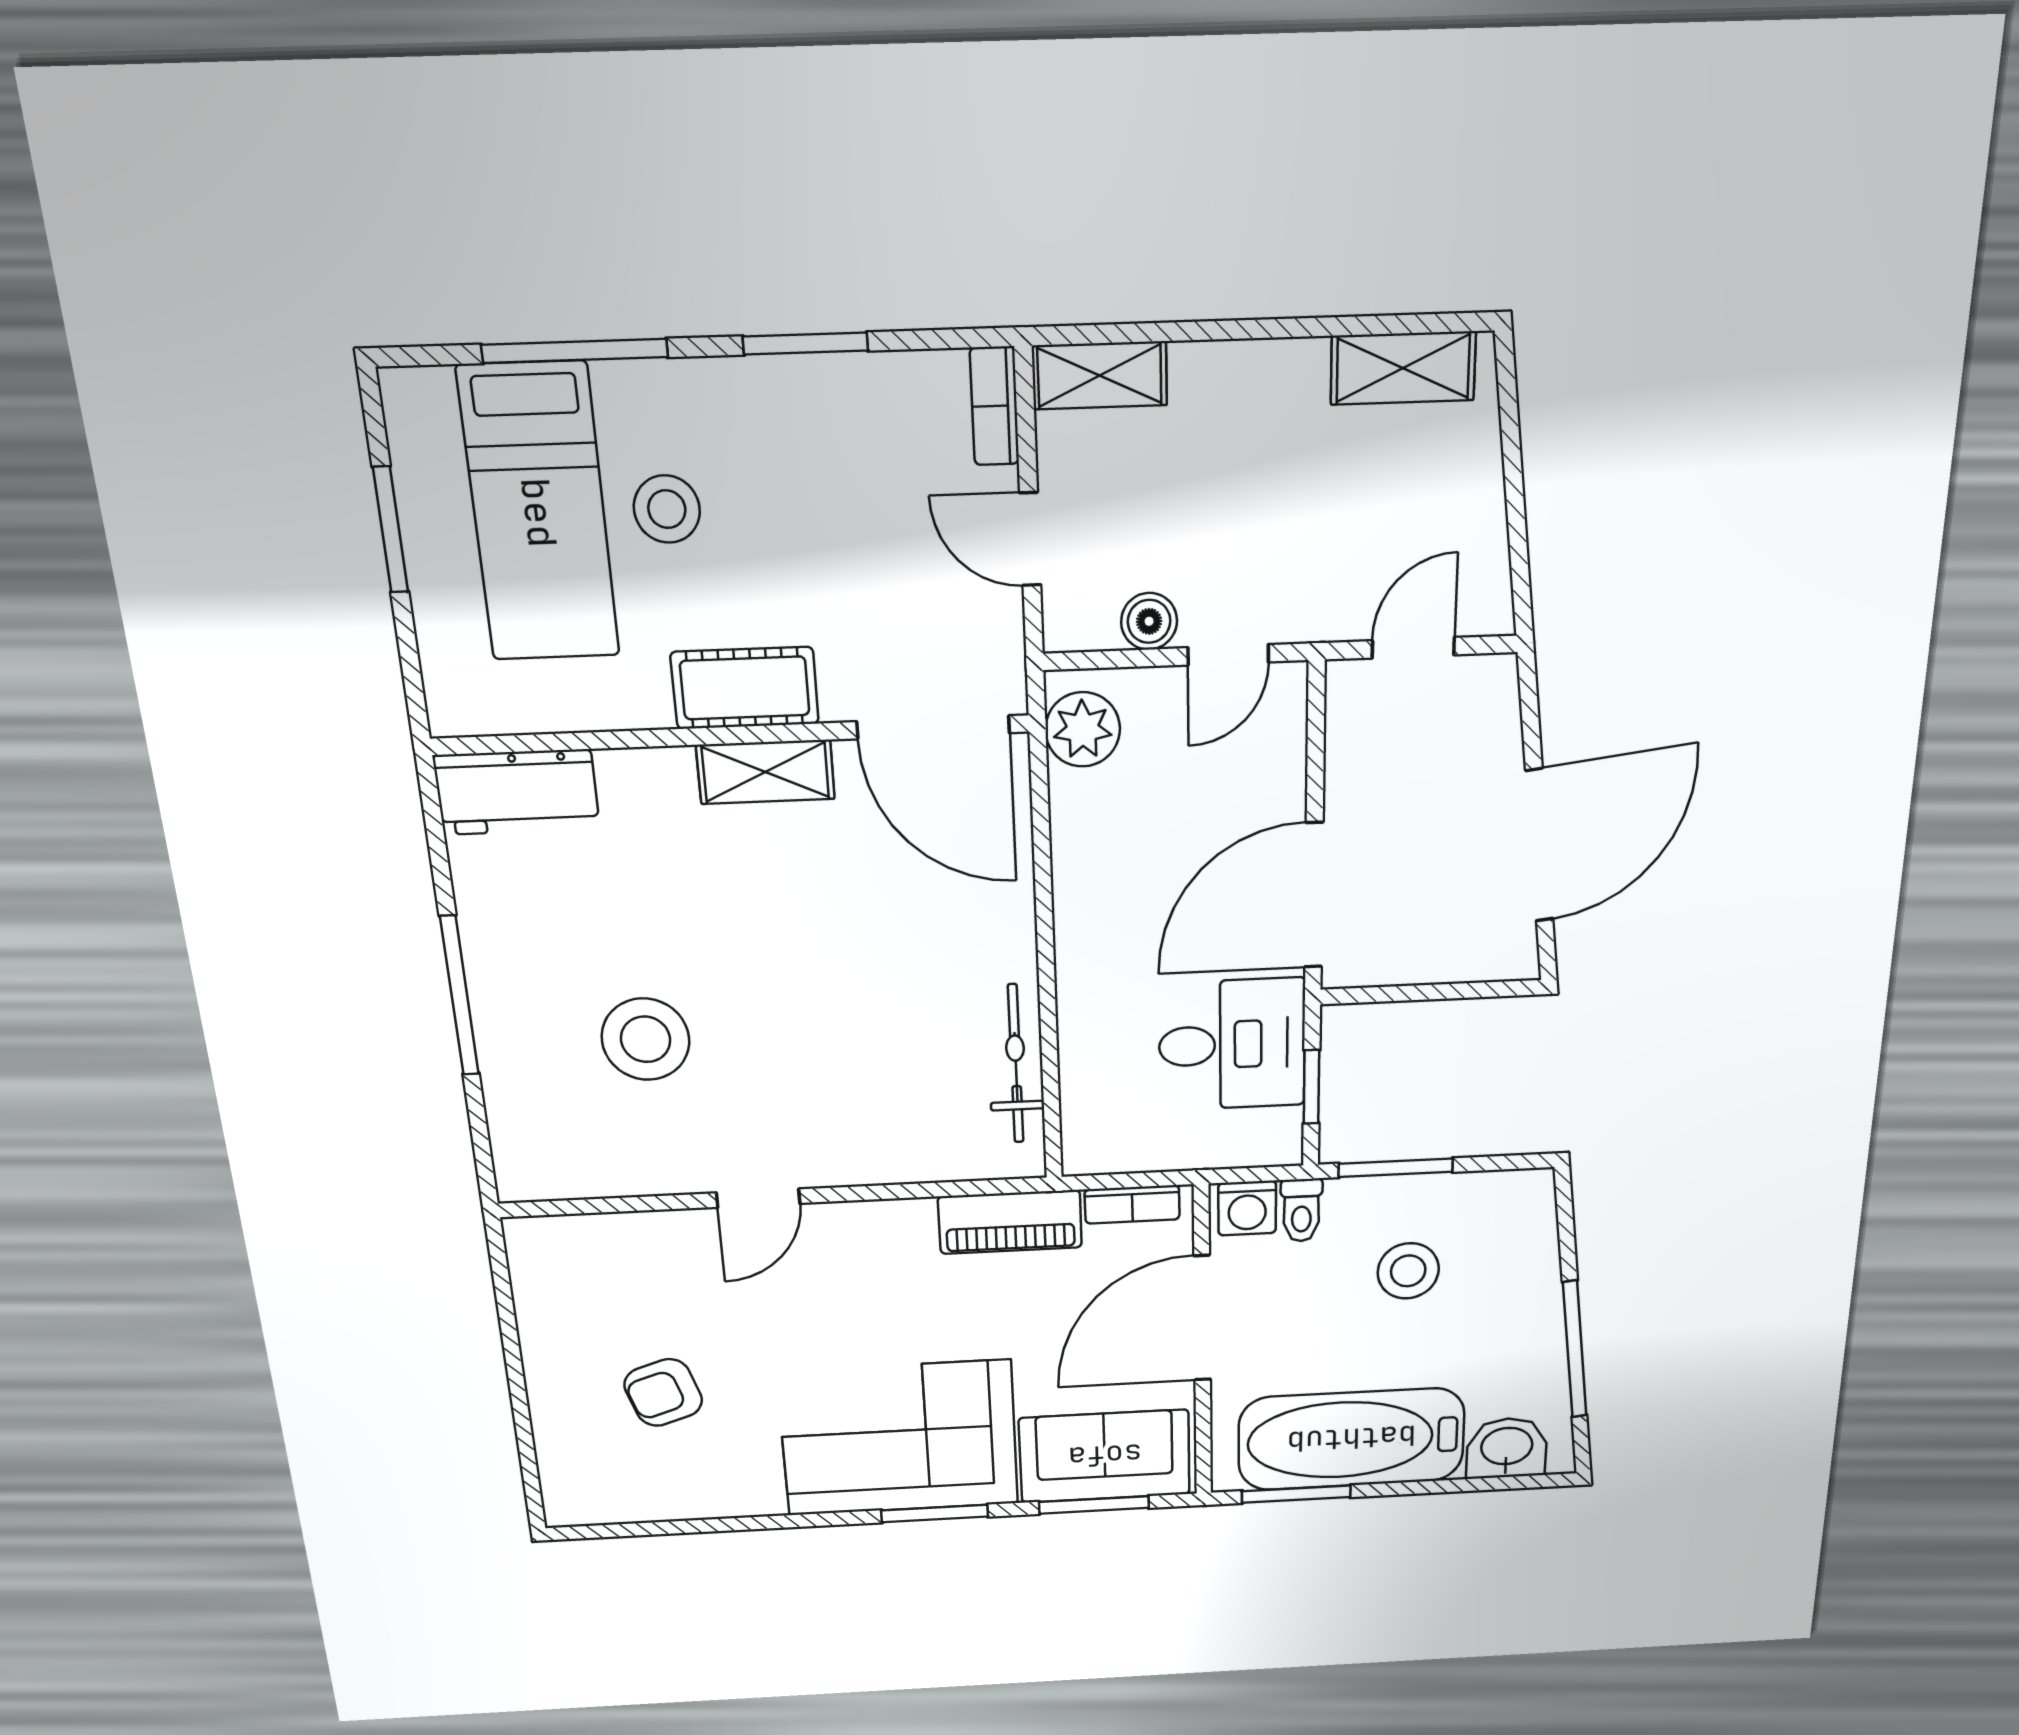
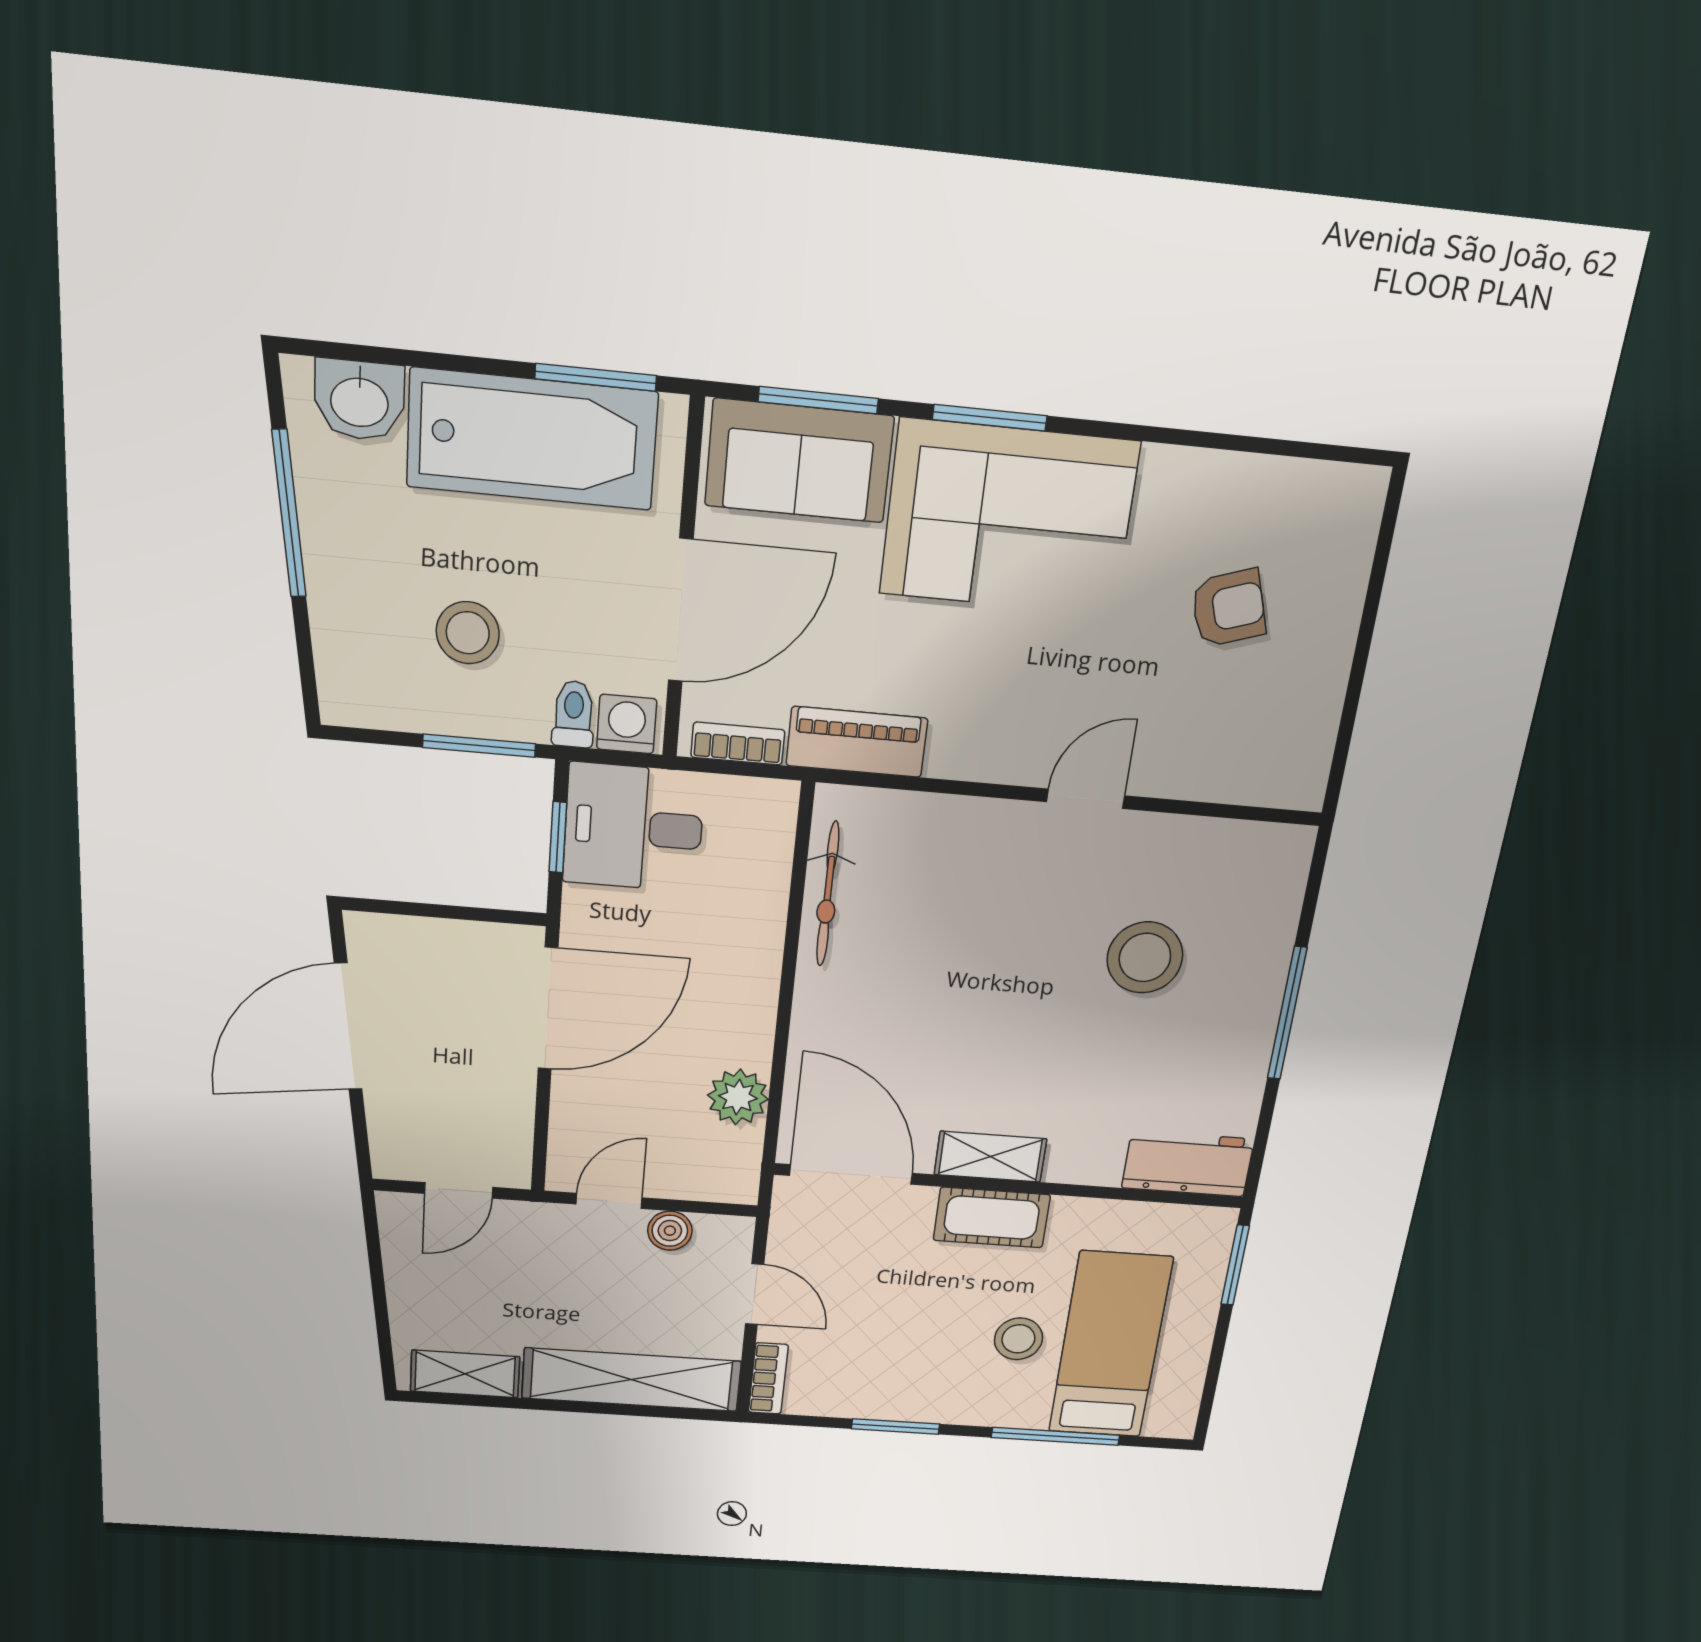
shelving: (1100, 375) -> (631, 1380), width x2.20, depth x1.33
window: (391, 530) -> (1235, 1265), moved
plant: (1083, 729) -> (738, 1097), moved
desk: (1232, 1045) -> (634, 828), moved

